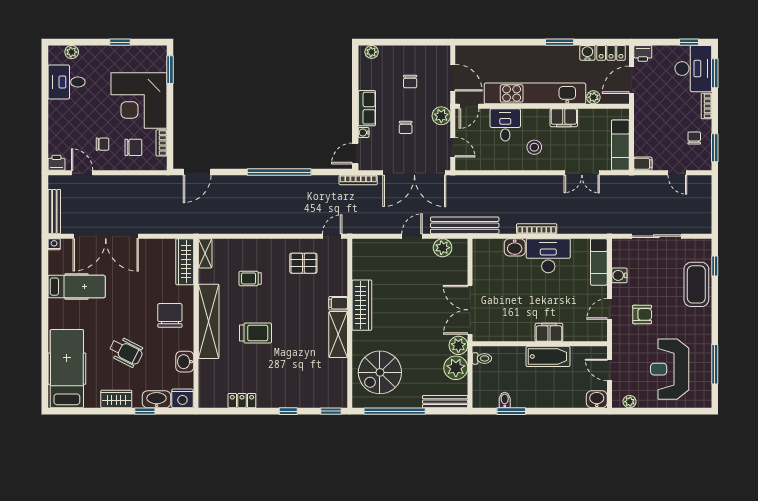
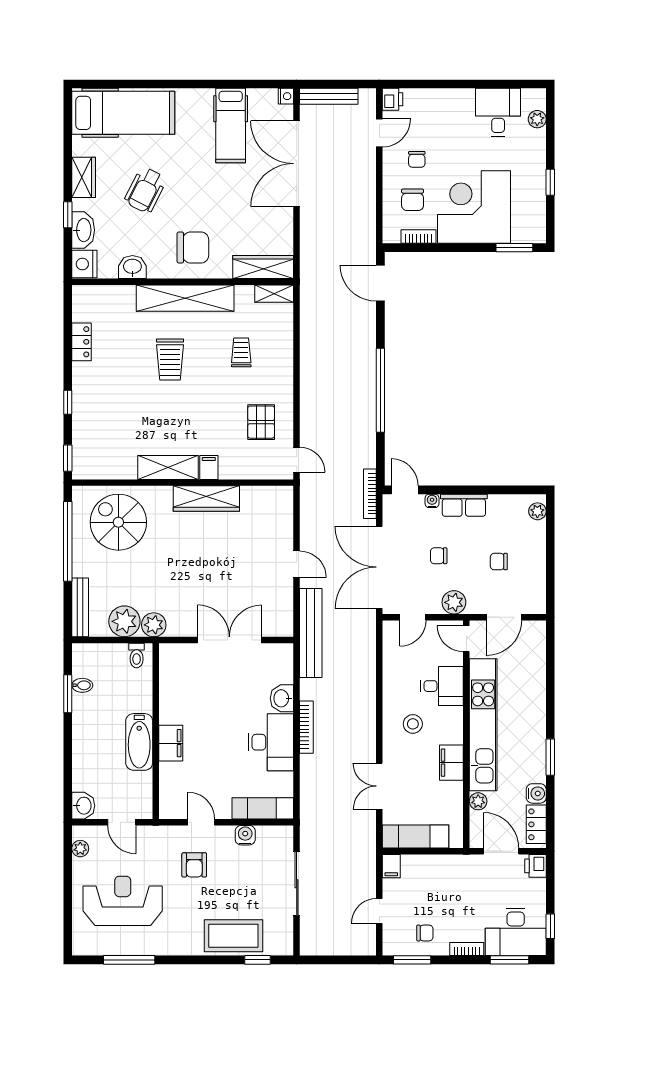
plant: (443, 248) -> (281, 604), removed
double door: (470, 310) -> (229, 640), moved
door: (609, 370) -> (122, 822), swing flipped

